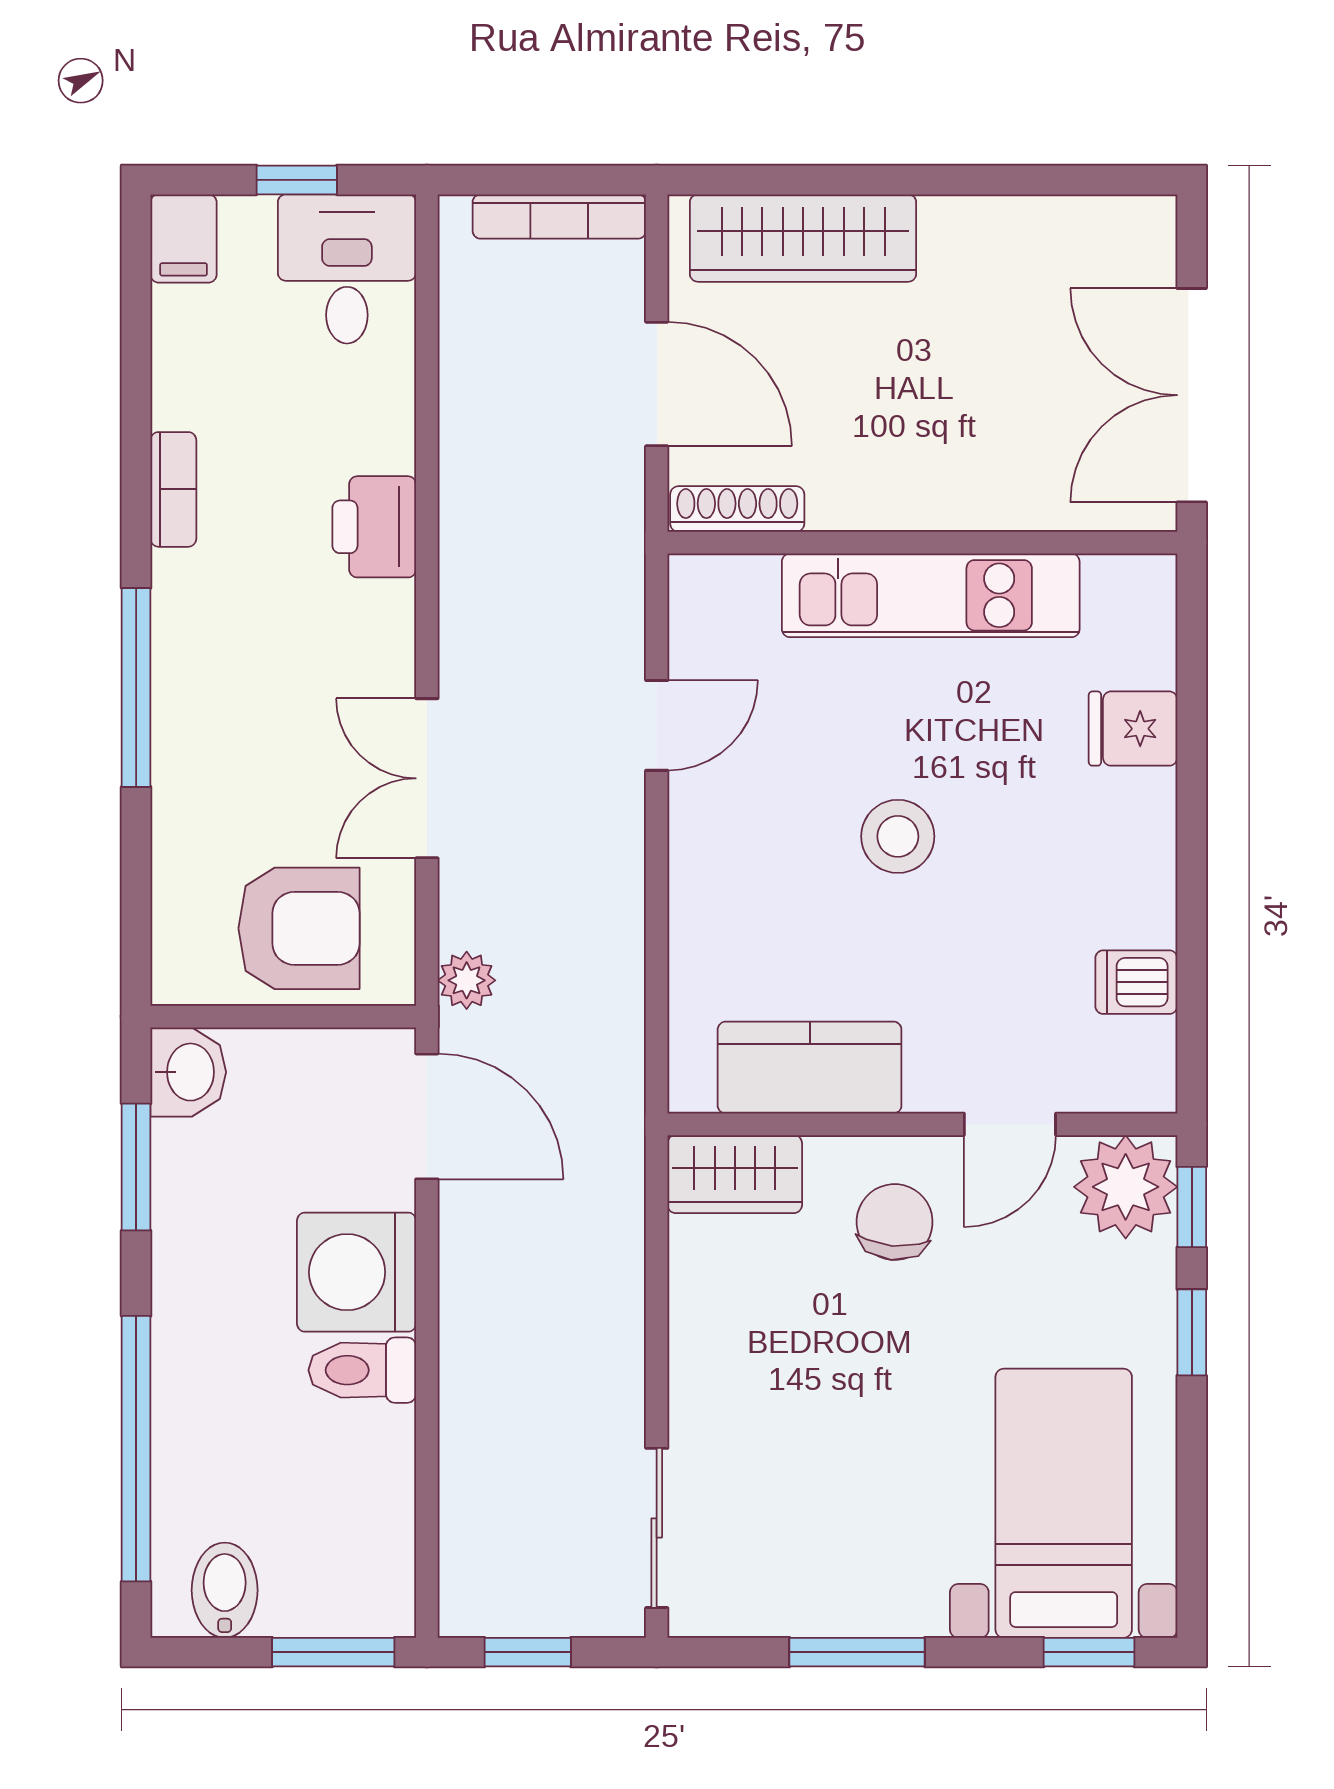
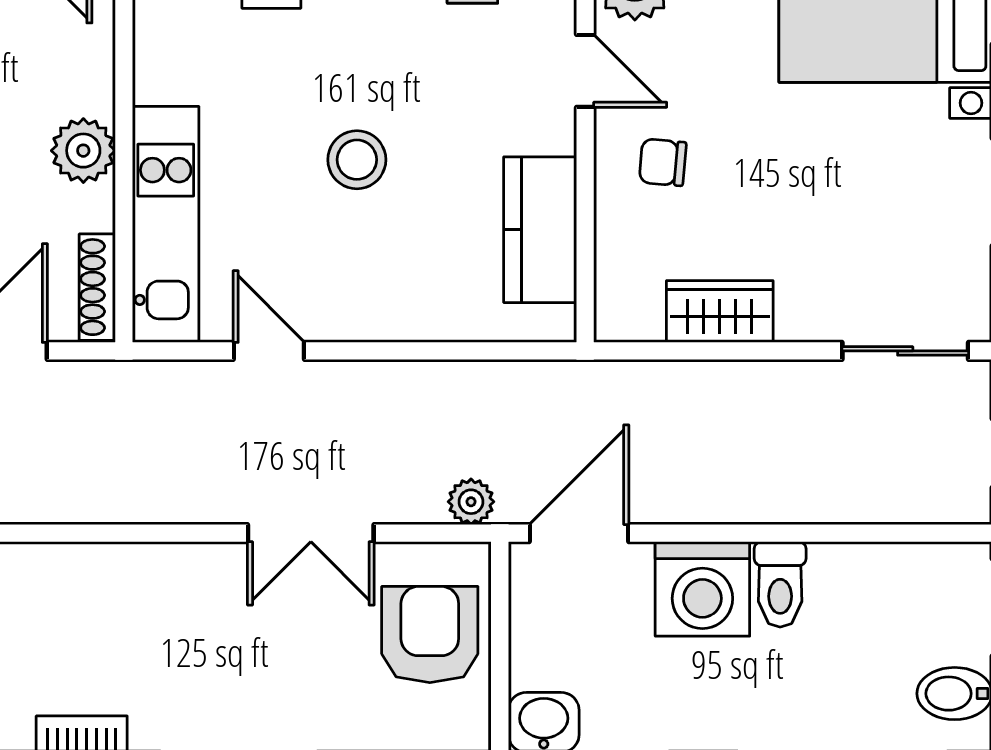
plant: (909, 491) -> (83, 151), added
printer: (374, 527) -> (111, 575), removed
kitchen unit: (931, 595) -> (166, 224), moved
wardrobe: (735, 1174) -> (720, 311), moved, turned -90
chair: (895, 1222) -> (663, 162), width x0.73, depth x0.73

